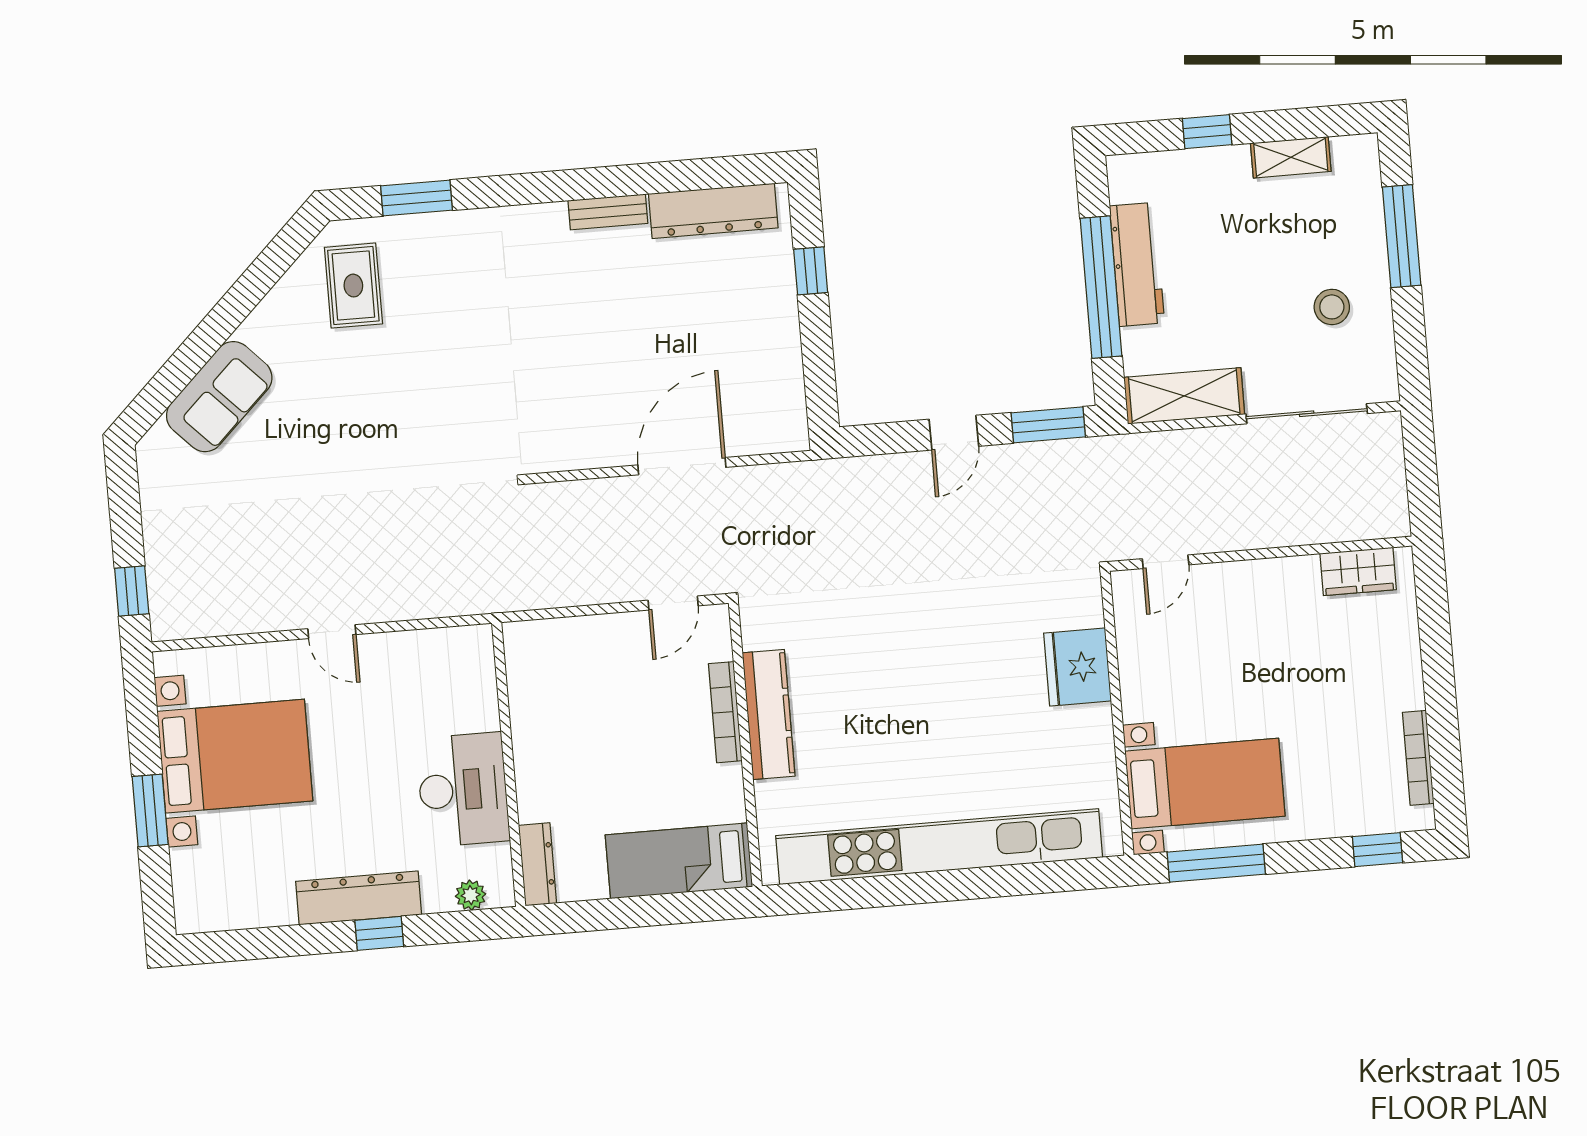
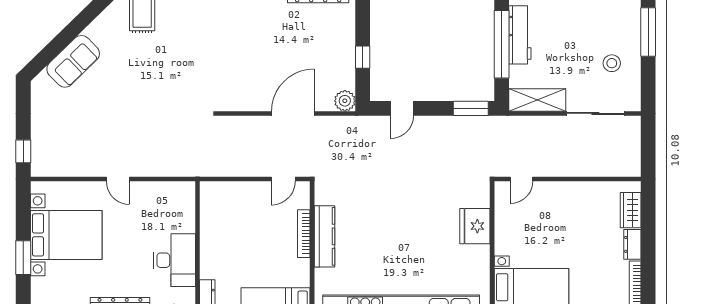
window: (811, 271) -> (363, 57), moved
plant: (787, 431) -> (345, 101), added
door: (954, 433) -> (402, 108), moved
wardrobe: (1358, 571) -> (631, 210), moved, turned 90
dresser: (1406, 678) -> (632, 244), added

